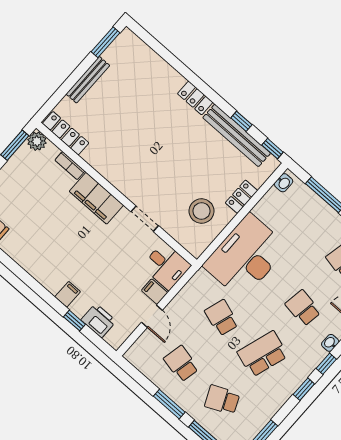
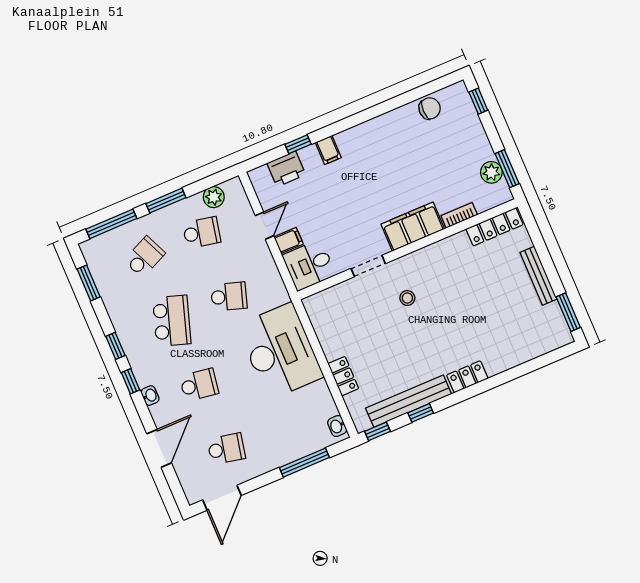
plant: (37, 141) -> (491, 172), moved
stool: (202, 211) -> (407, 298), moved, width x0.53, depth x0.53
door: (152, 316) -> (265, 226), swing flipped
plant: (148, 367) -> (214, 197), added

